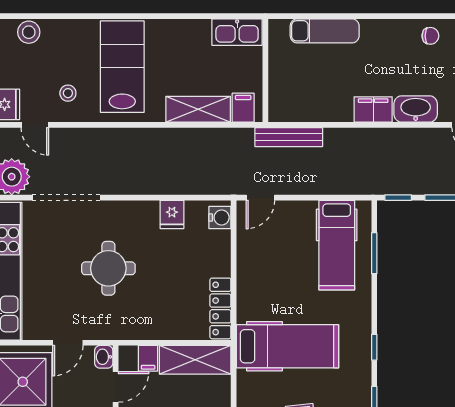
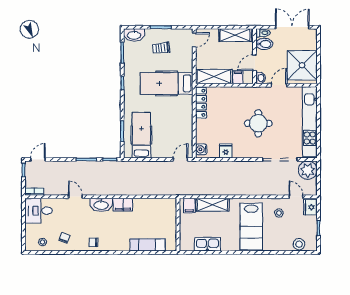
kitchen sink: (237, 32) -> (207, 244), moved
bench: (289, 137) -> (166, 190), removed

